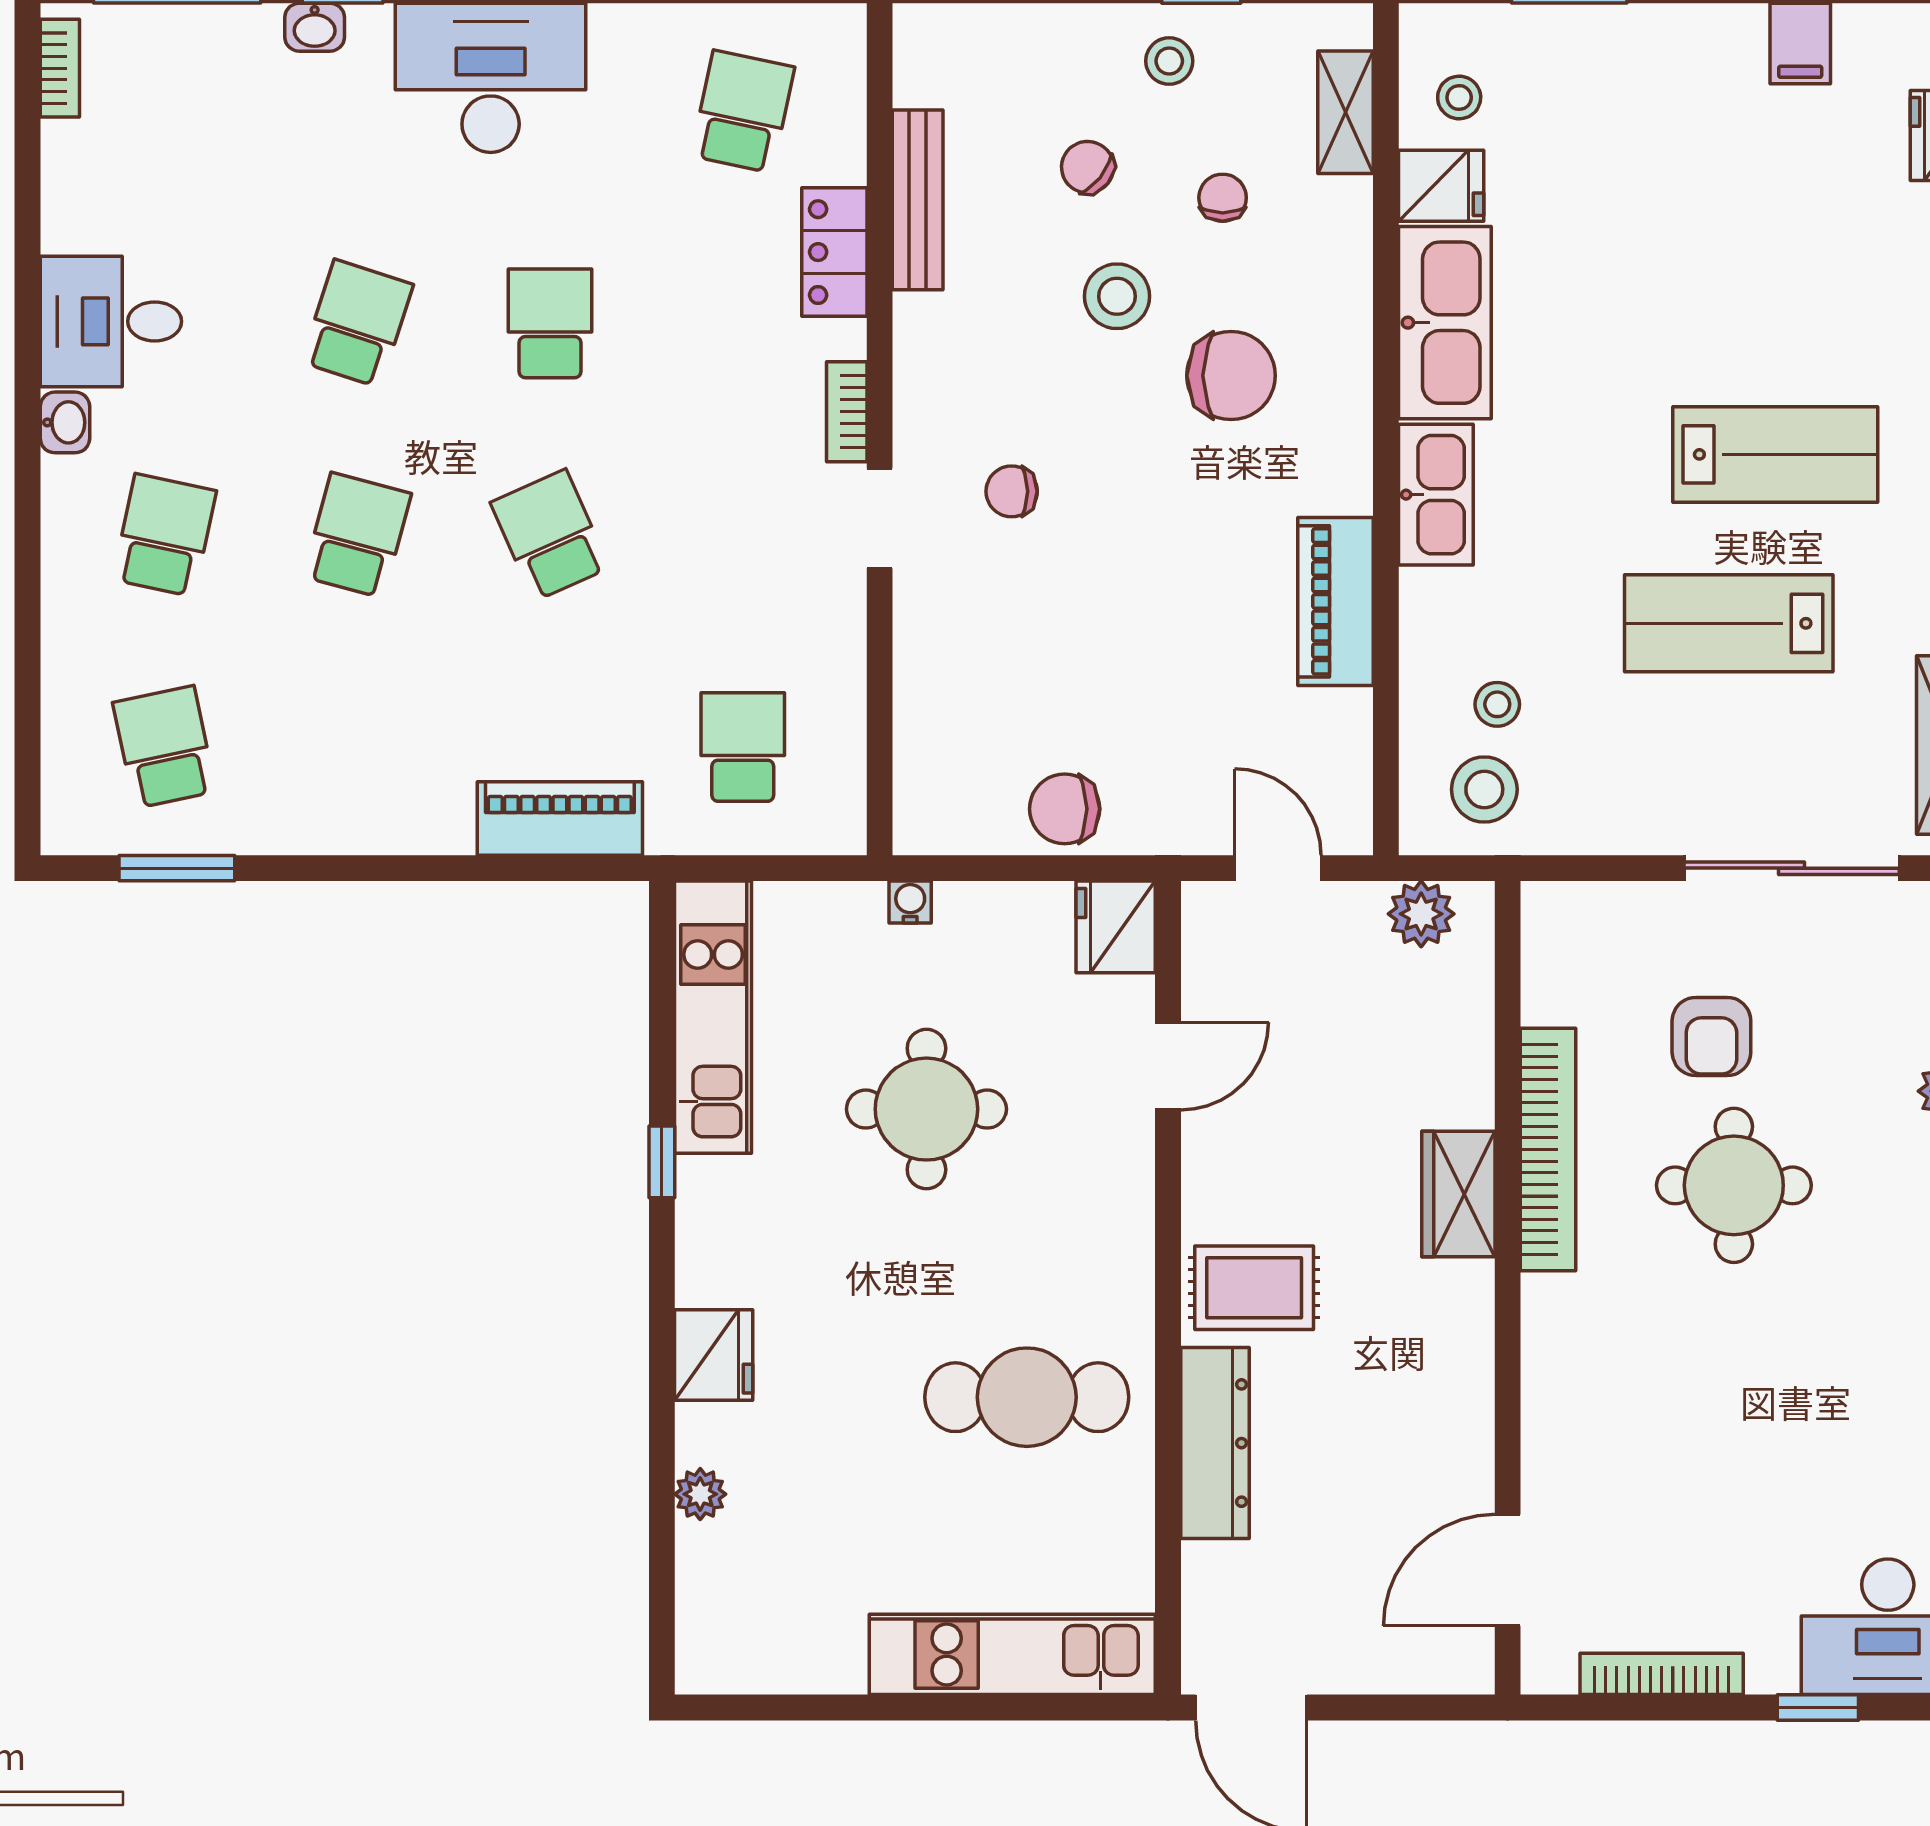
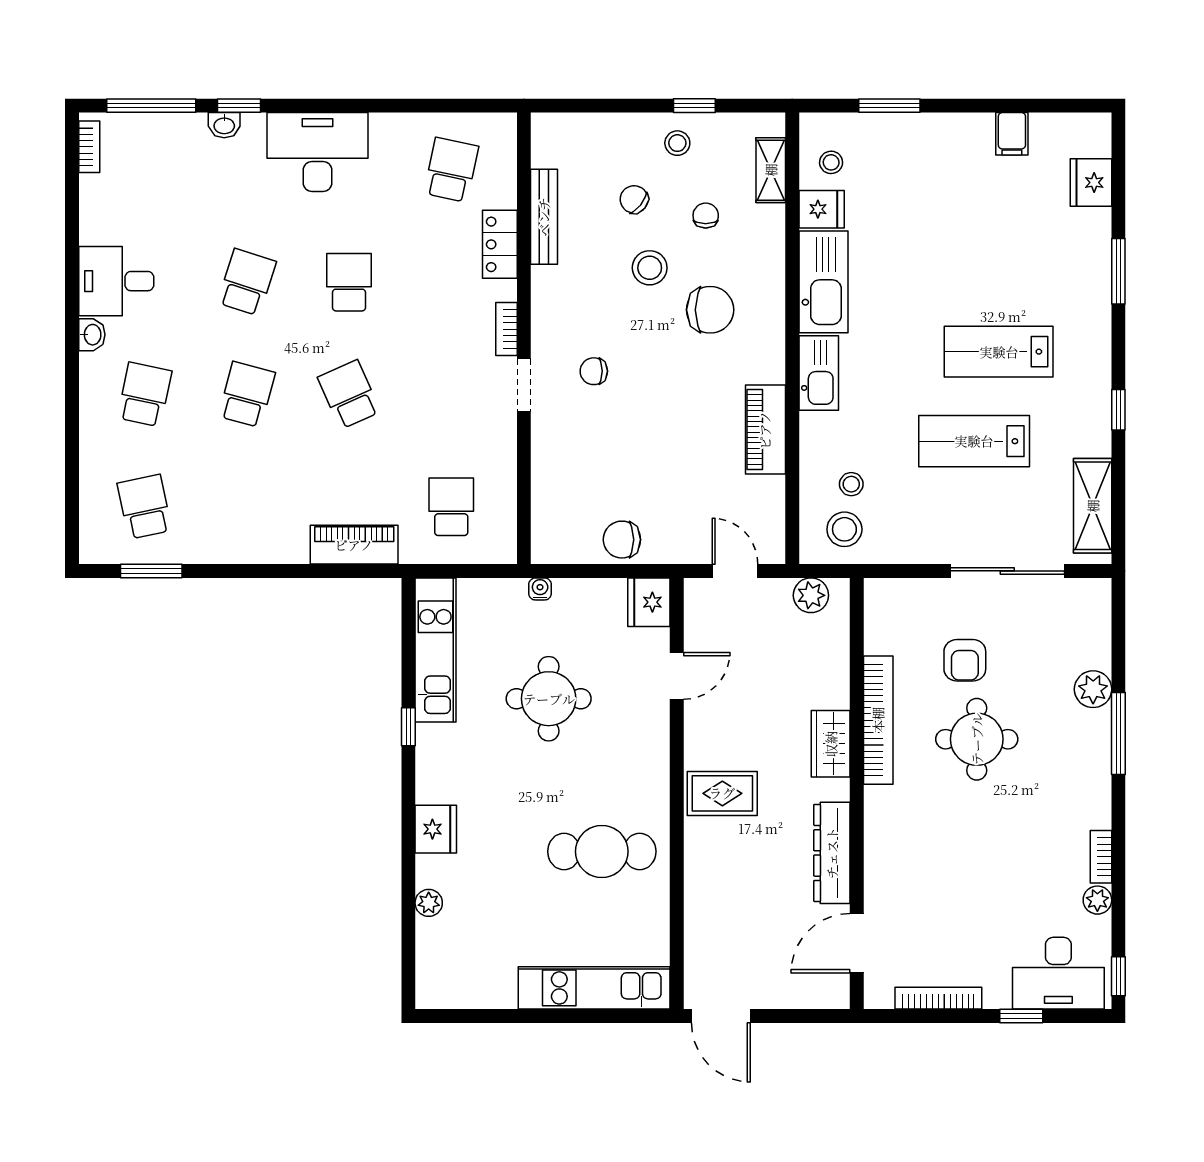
lab bench: (1775, 454) -> (999, 352), turned 180
dresser: (1215, 1443) -> (832, 853), moved, turned 180

